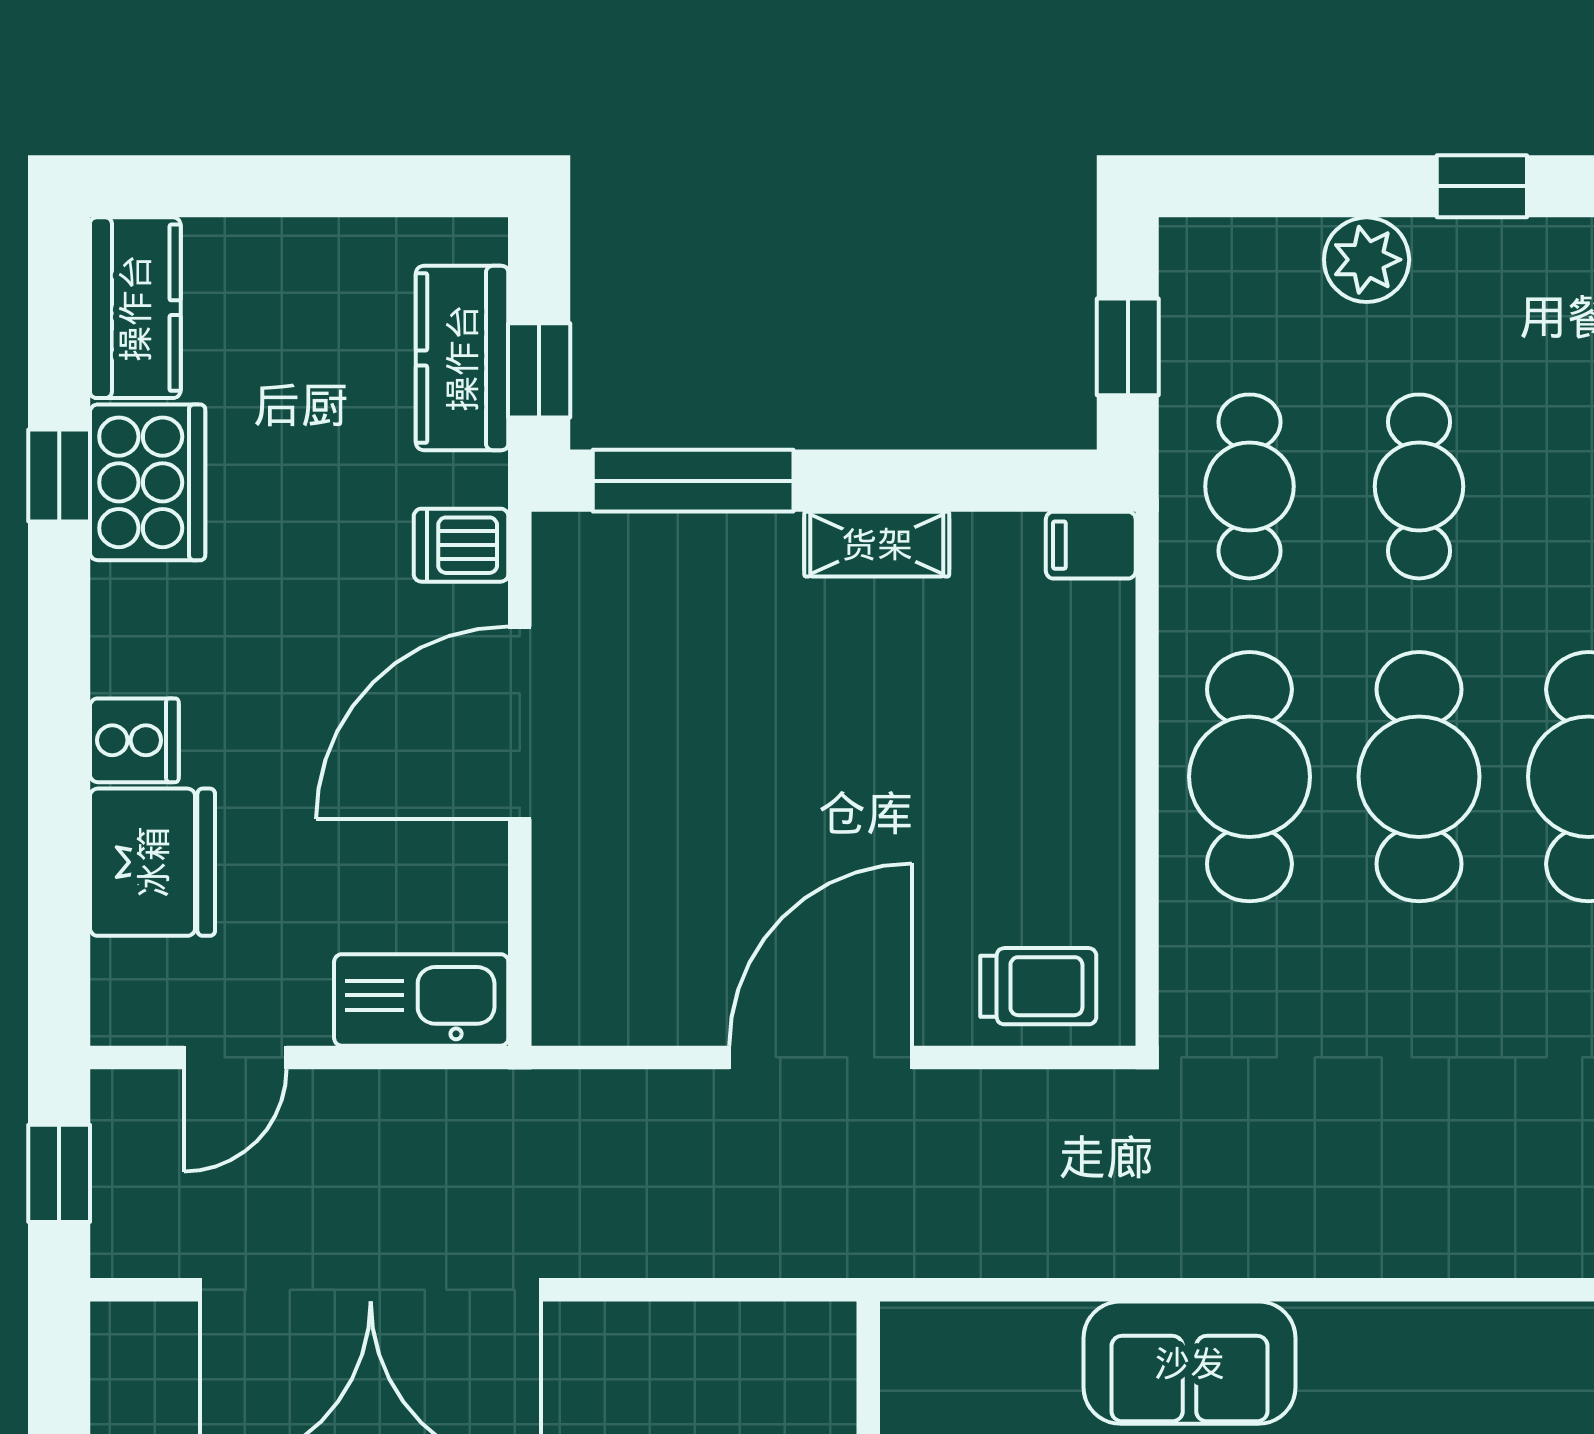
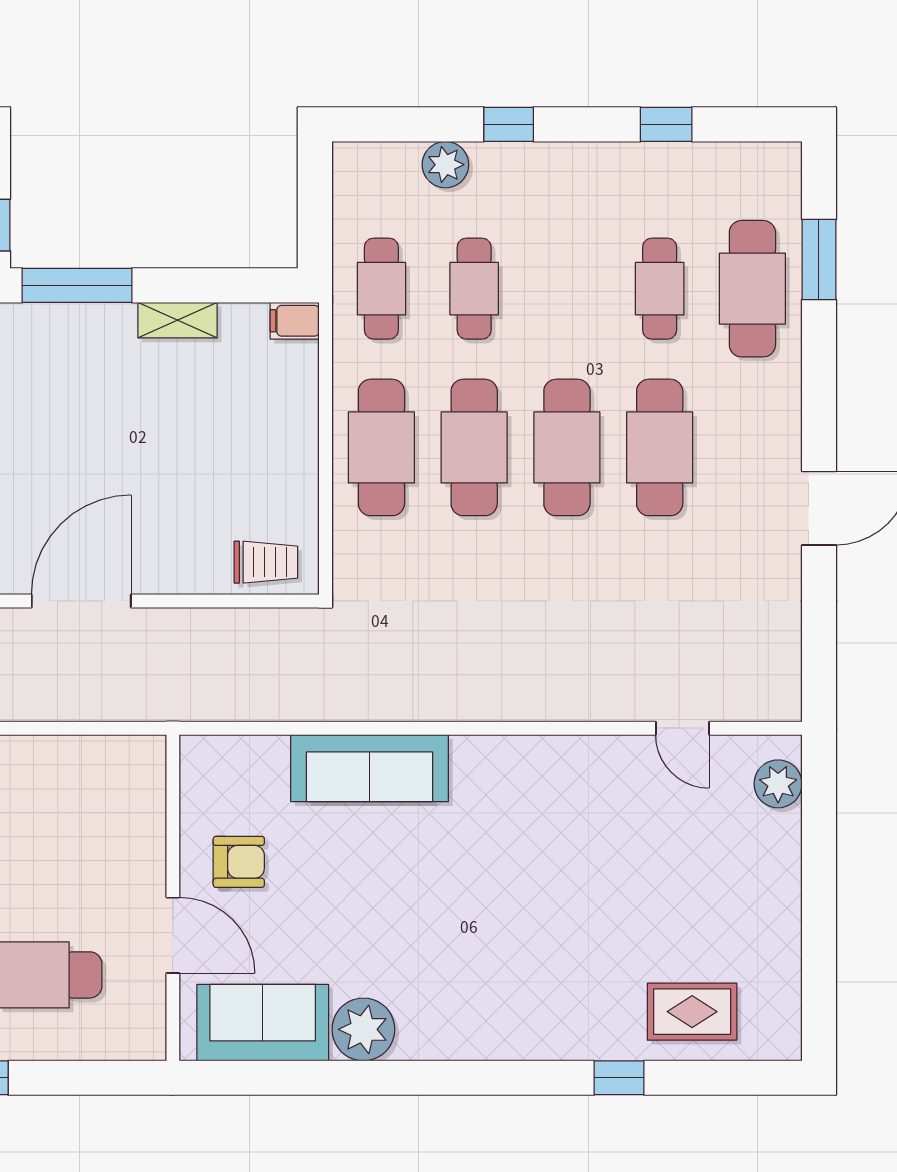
window: (1128, 347) -> (315, 212), removed
door: (821, 1057) -> (81, 601), moved
sofa: (1190, 1363) -> (369, 768), width x1.36

